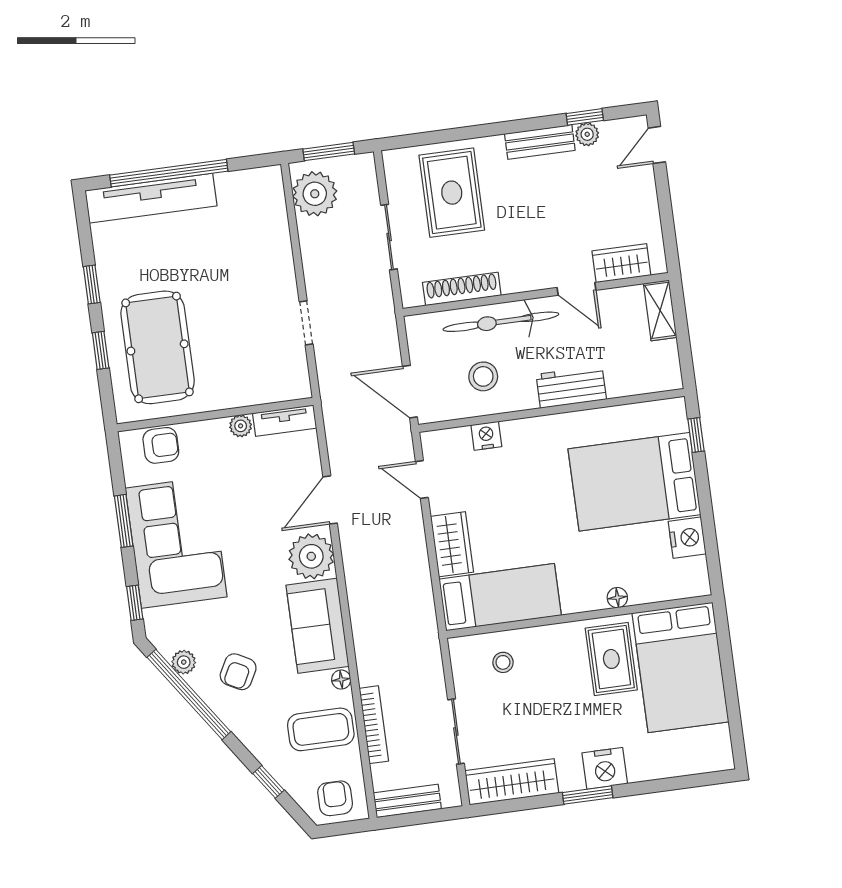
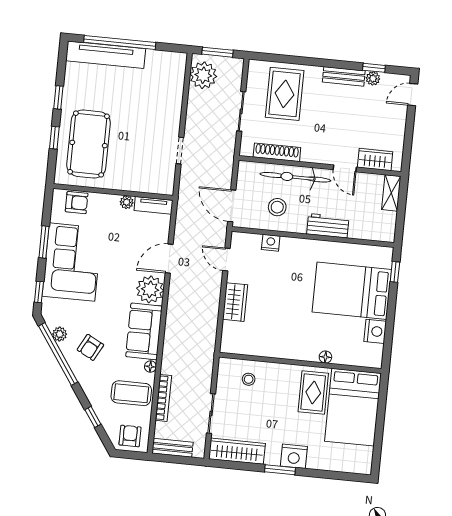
bed: (500, 597) -> (256, 340), removed

